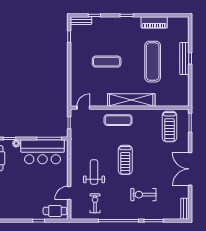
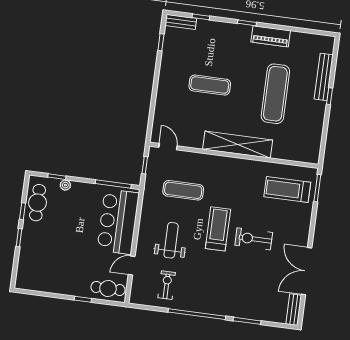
piano: (154, 22) -> (271, 36), moved
bench: (184, 59) -> (324, 77), moved
door: (83, 108) -> (168, 147), hinge flipped
exercise mat: (118, 120) -> (183, 190), moved
treadmill: (169, 127) -> (287, 190), turned 90
bar counter: (43, 152) -> (118, 222), moved, turned 90
treadmill: (125, 160) -> (218, 229), turned 180
double door: (190, 169) -> (307, 271), moved
exercise bike: (143, 195) -> (254, 239), moved

